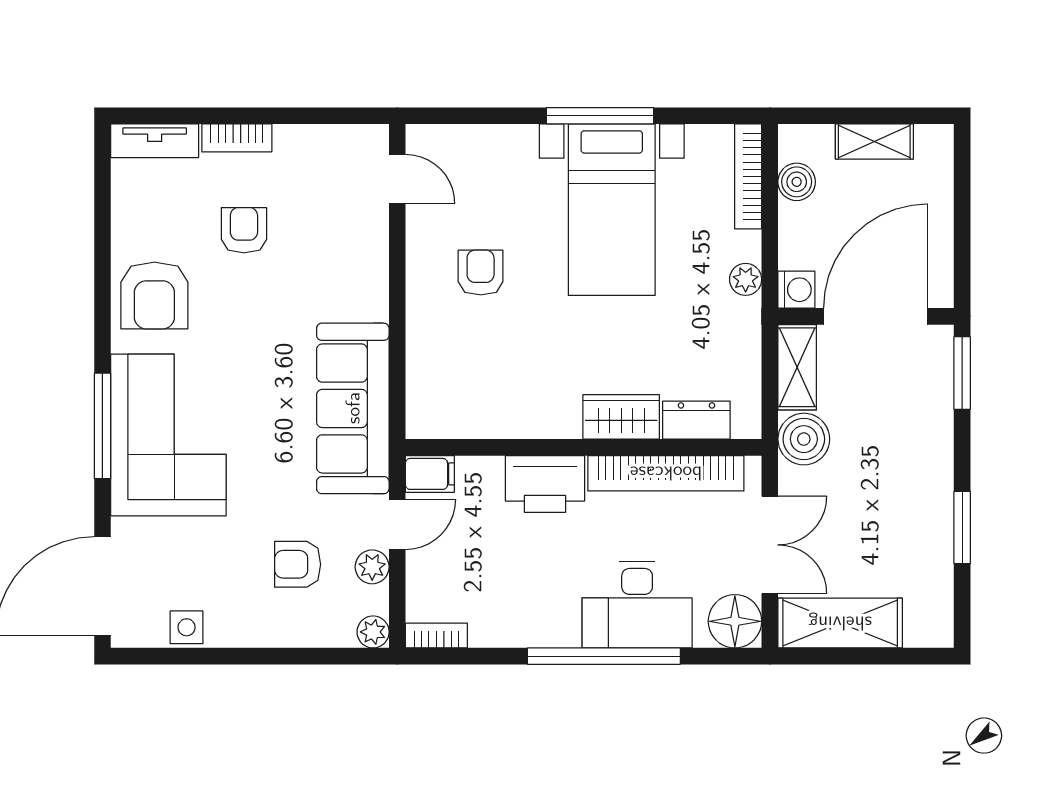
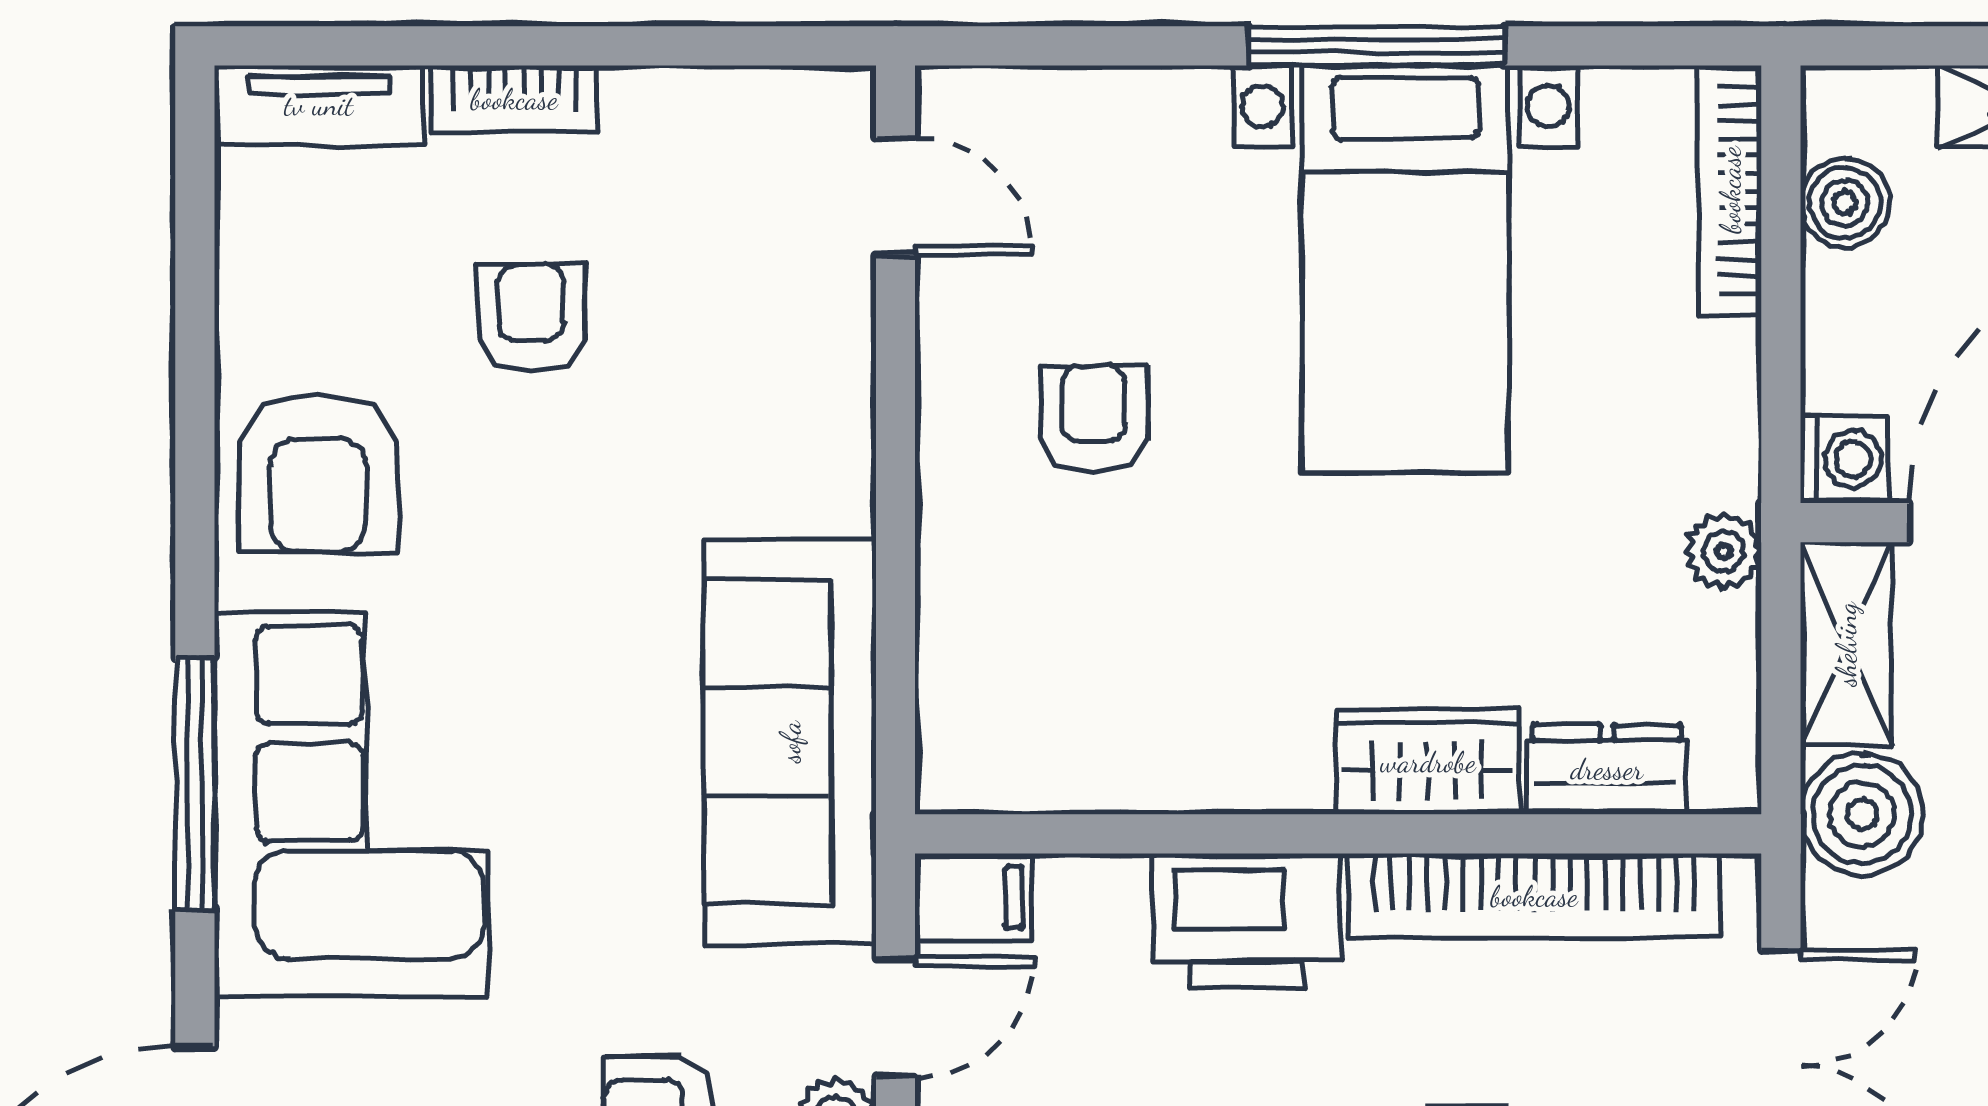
plant: (746, 279) -> (1723, 551), moved

